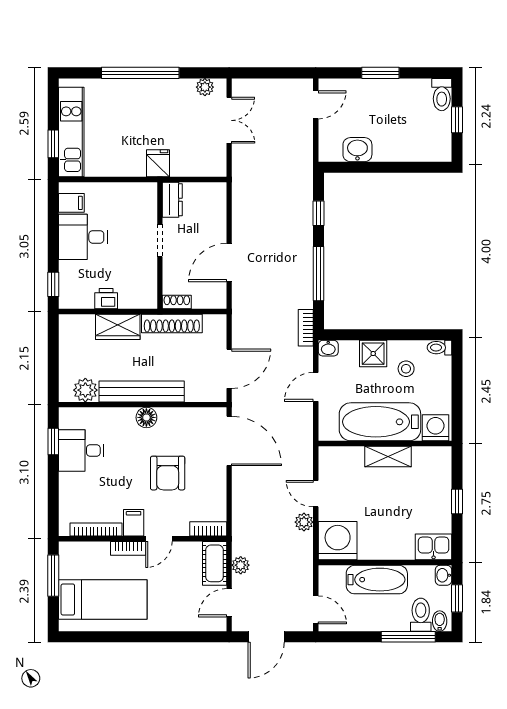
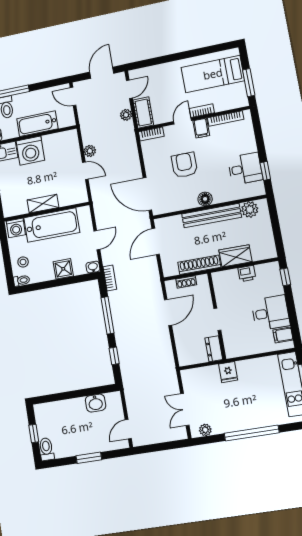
shoe rack: (177, 302) -> (186, 282), moved
stool: (406, 369) -> (23, 262), moved
washing machine: (338, 541) -> (30, 151), moved

